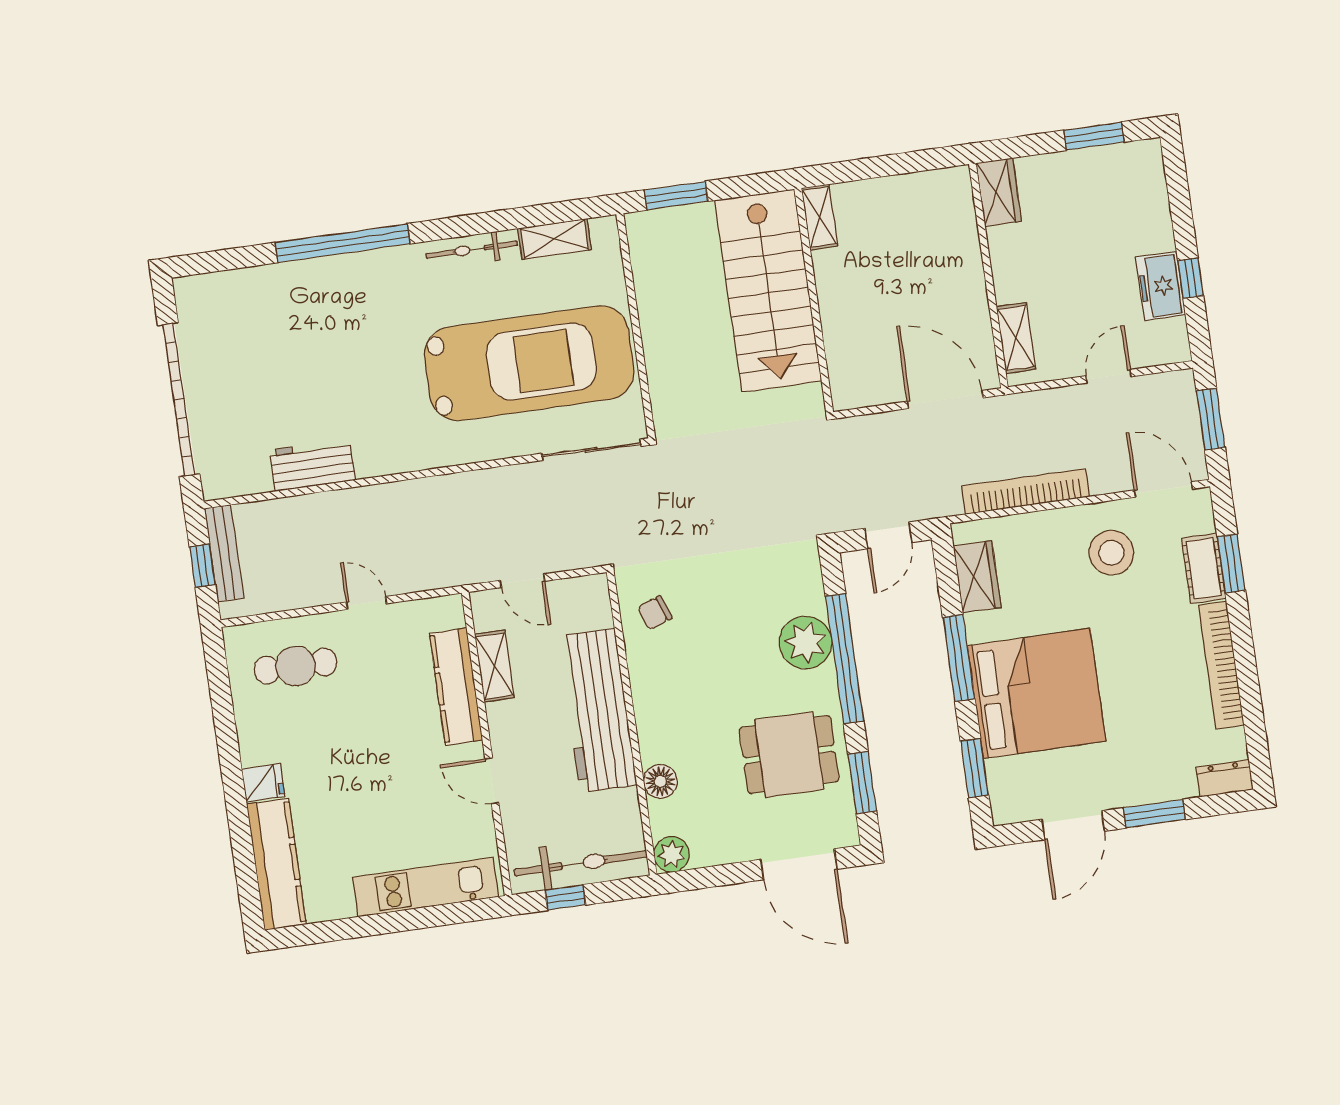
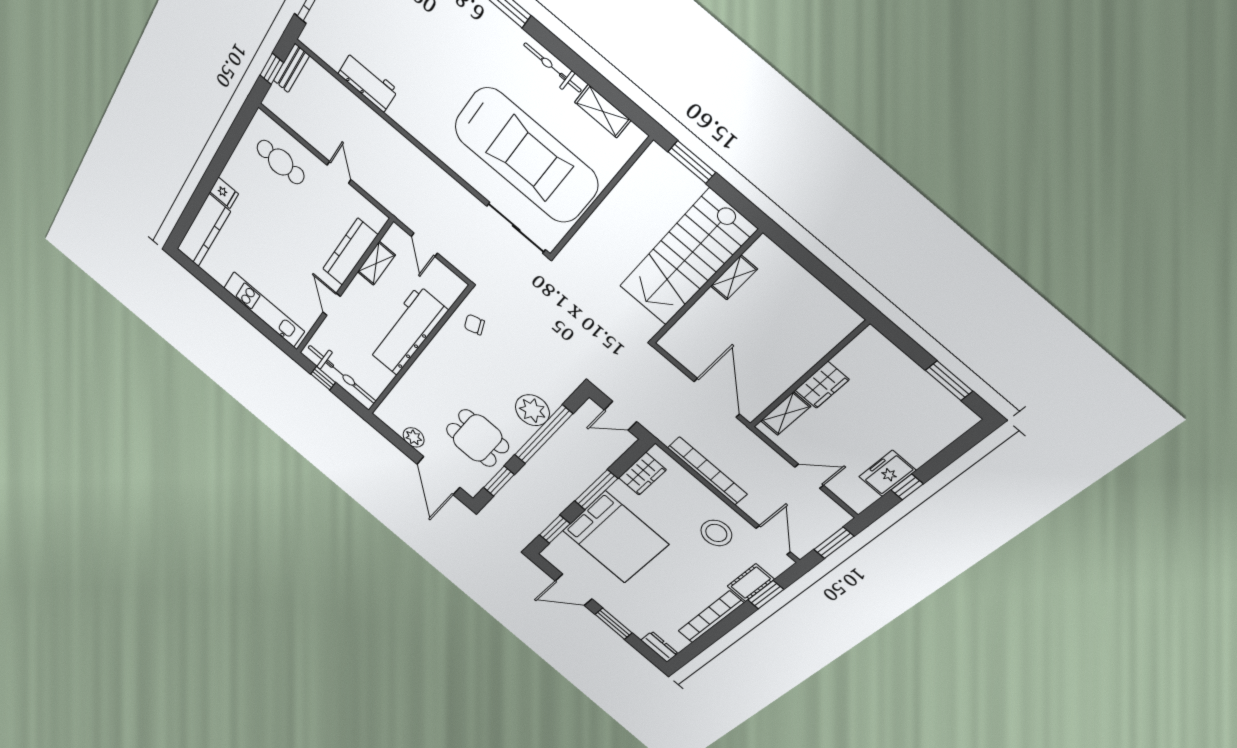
wardrobe: (999, 192) -> (822, 385), moved
shelving: (819, 217) -> (734, 278), moved
bench: (224, 553) -> (291, 68), width x0.73
floor lamp: (660, 781) -> (409, 385), removed
plant: (672, 854) -> (414, 437), moved

